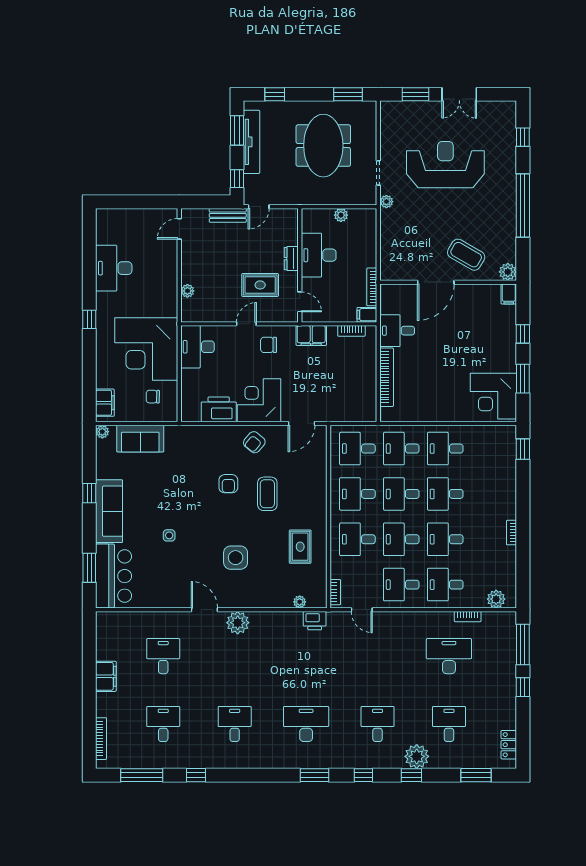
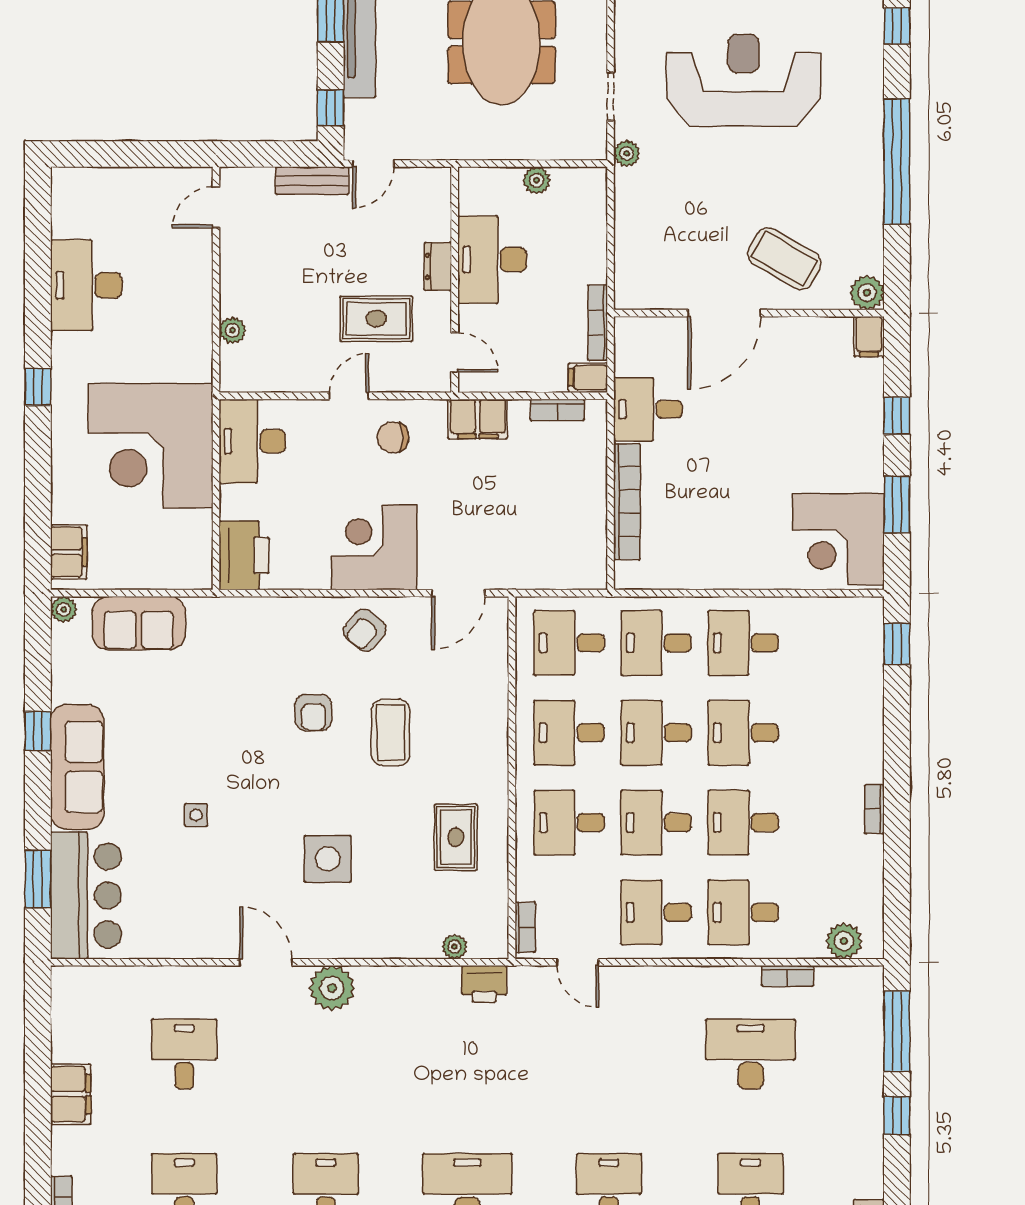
chair: (153, 397) -> (164, 540), removed
printer: (219, 409) -> (244, 555), moved, turned 90

